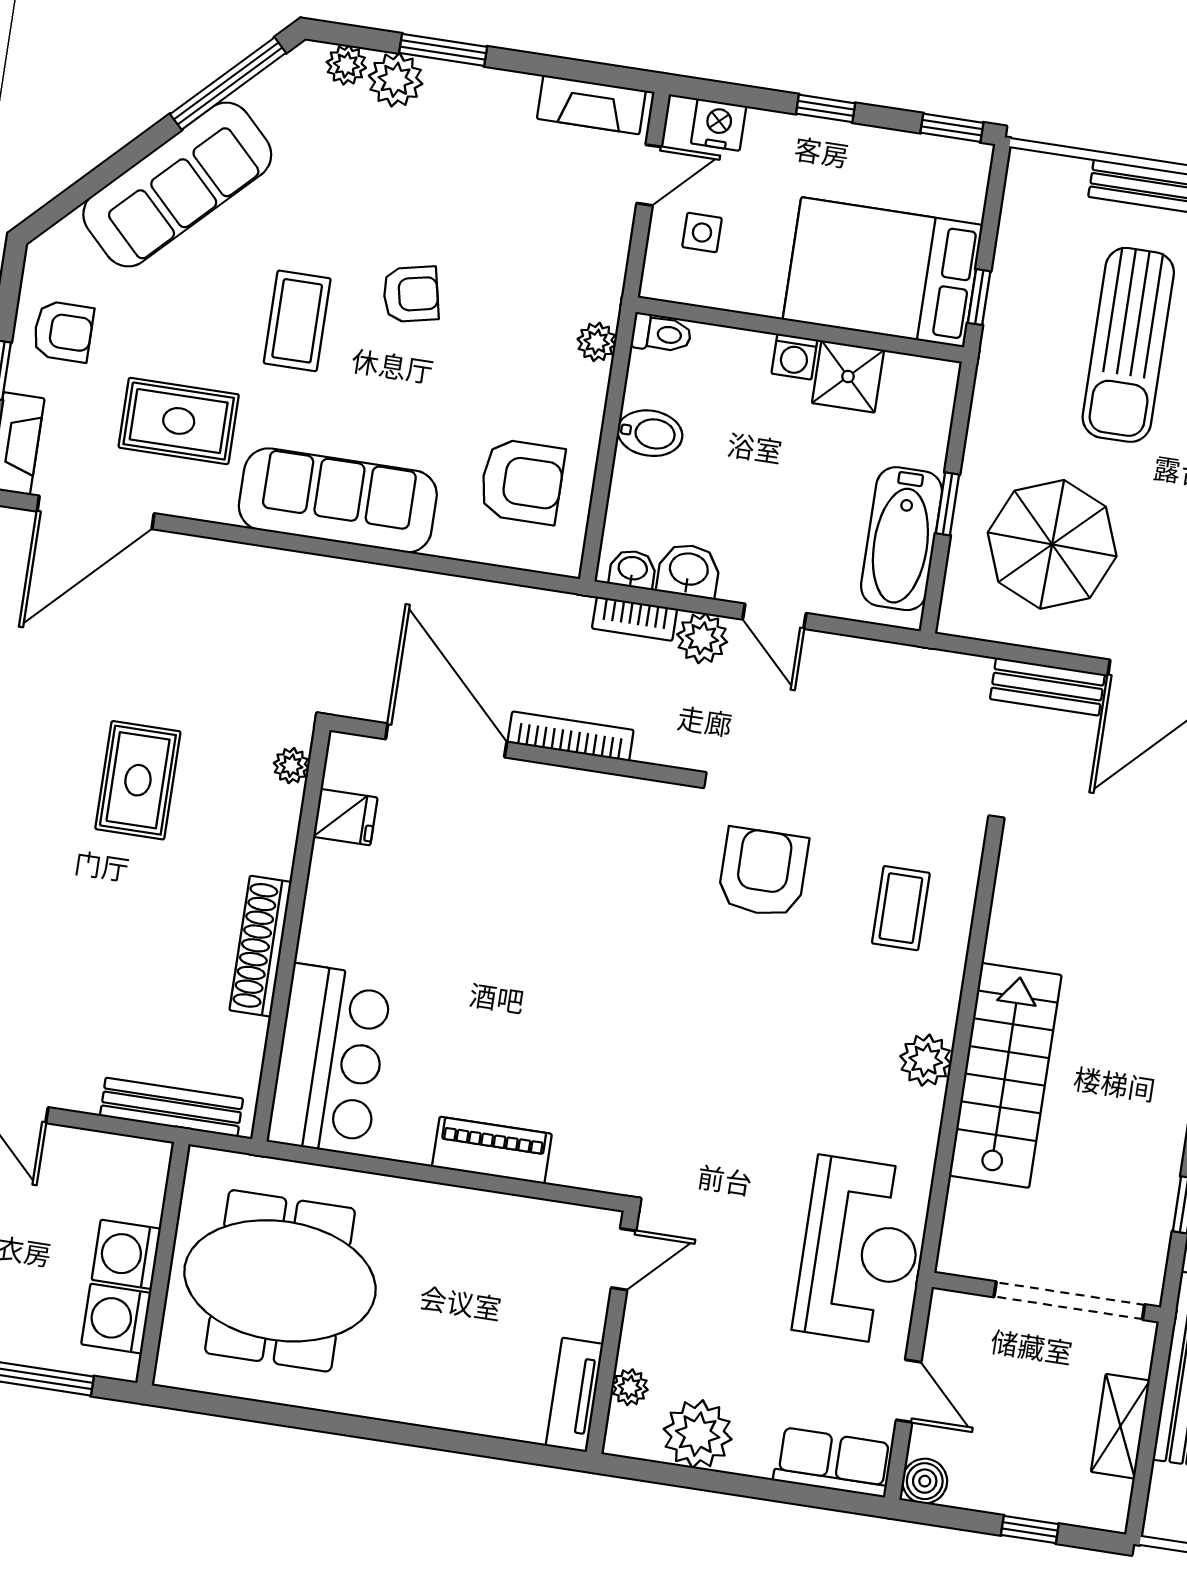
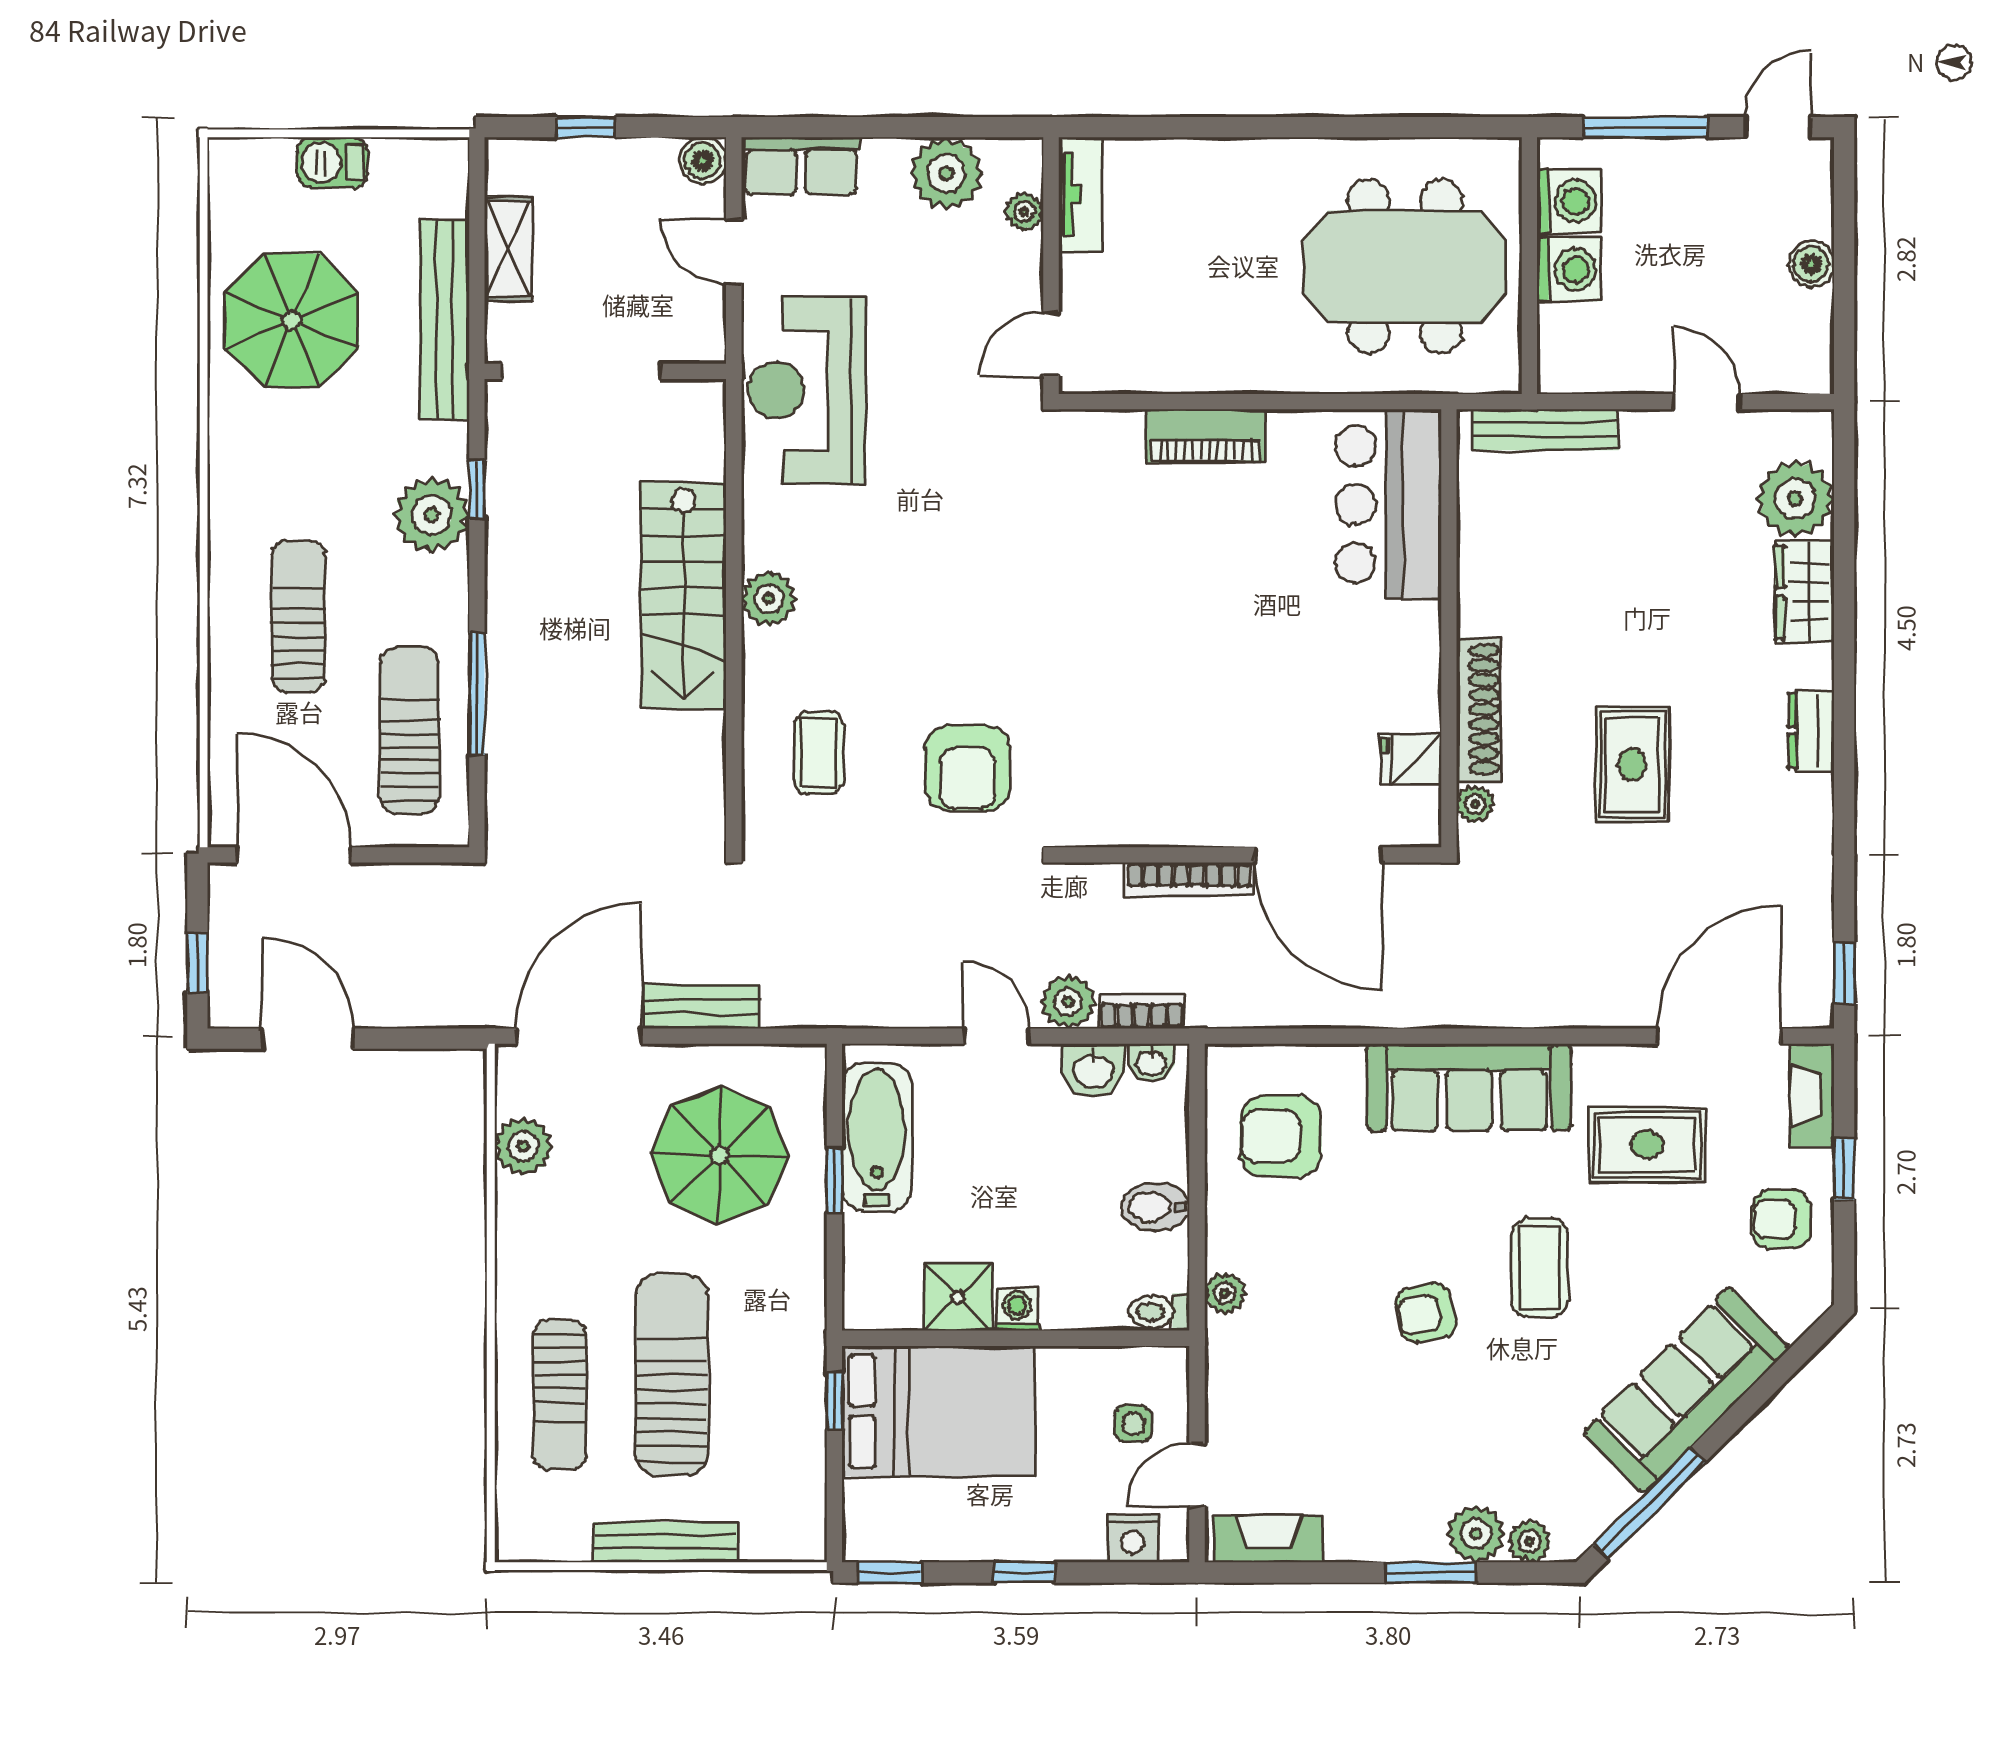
shoe rack: (260, 946) -> (1479, 709), moved

